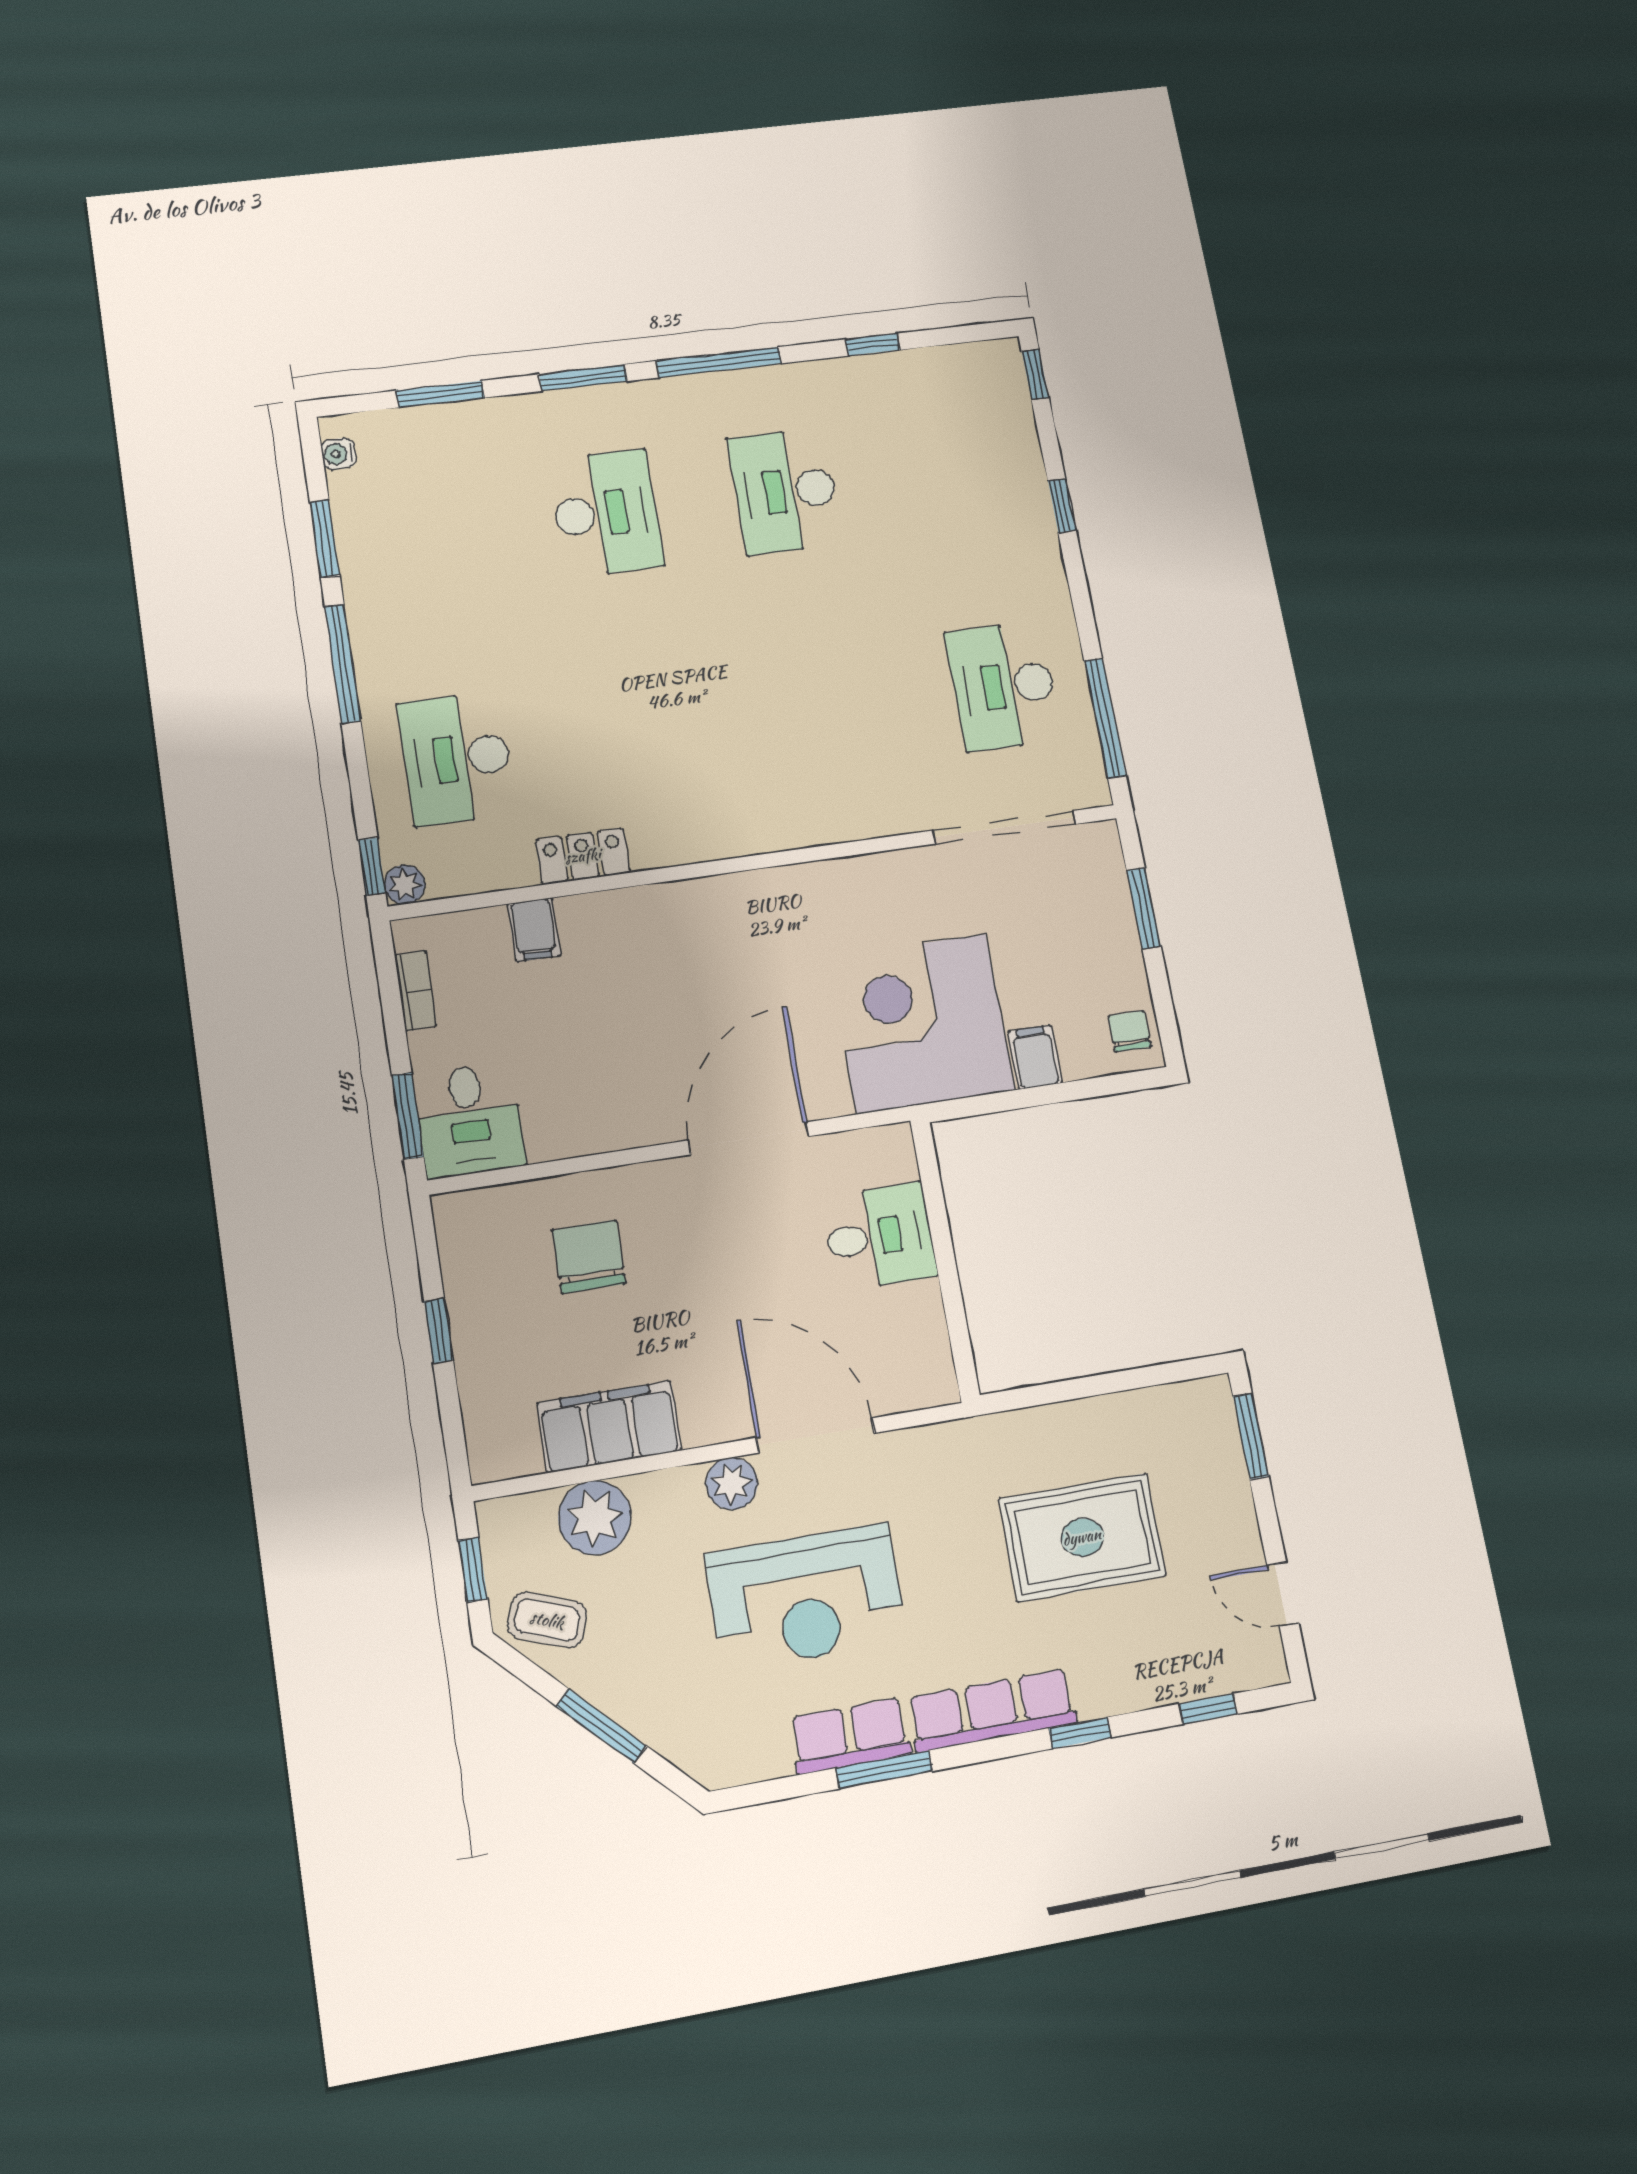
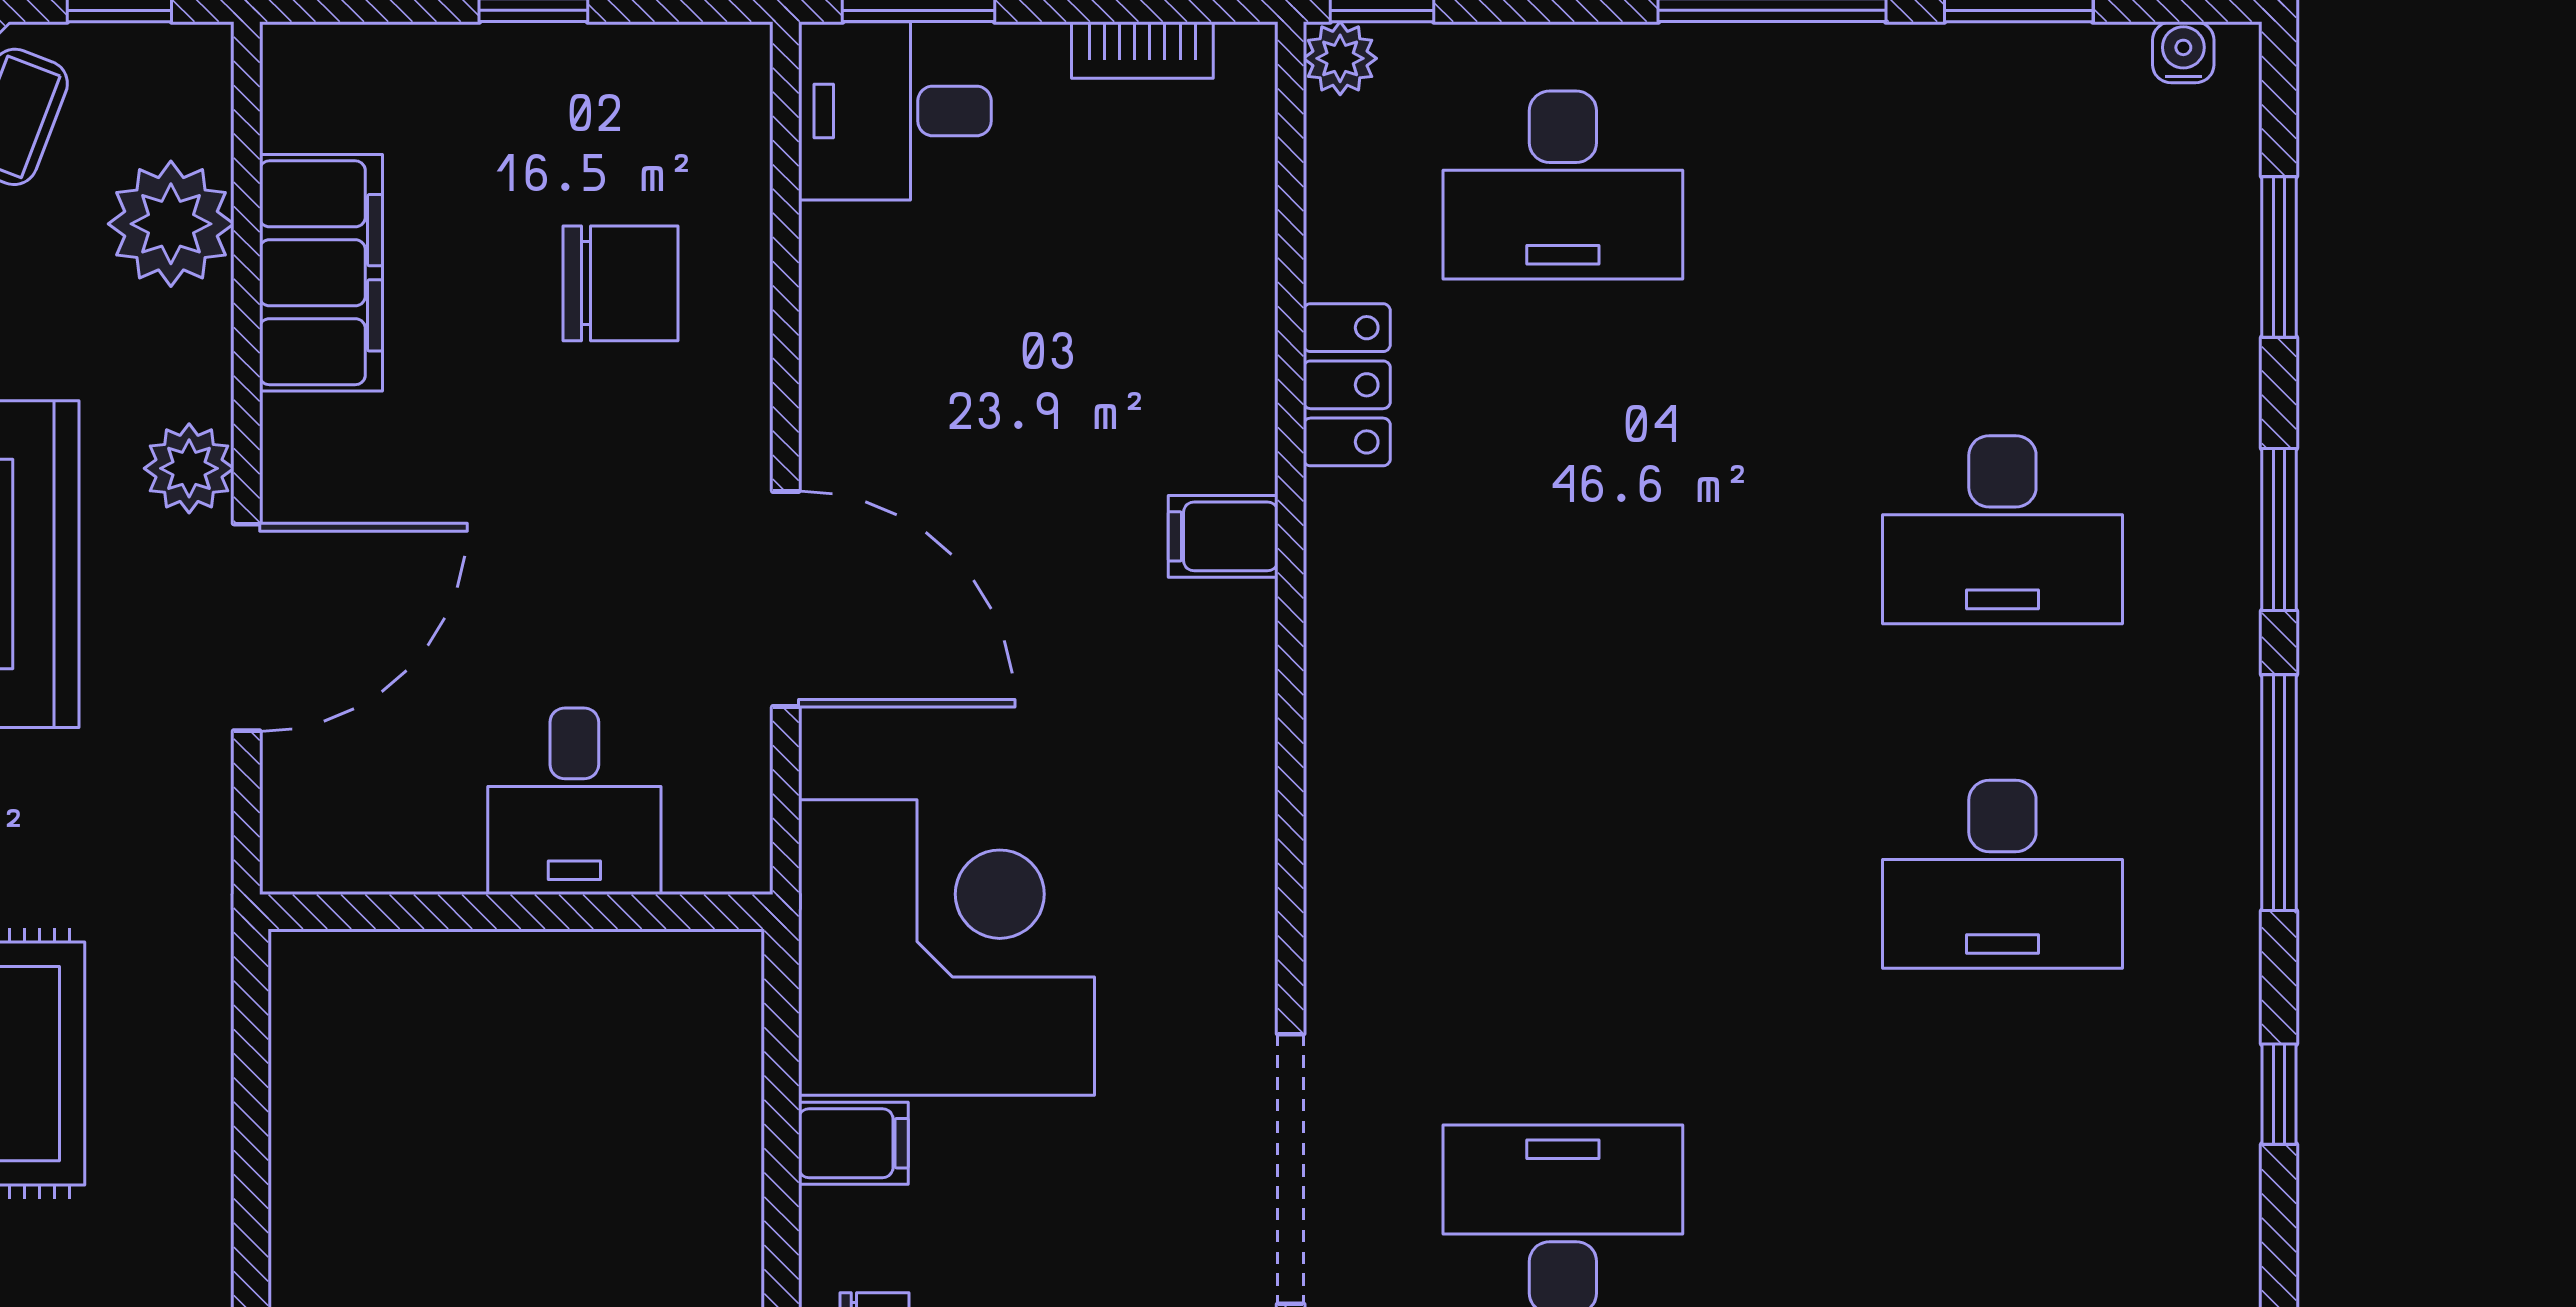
desk: (785, 491) -> (2002, 874), turned 180
desk: (457, 759) -> (1563, 185), turned 180
filing cabinet: (534, 930) -> (1223, 536), moved

